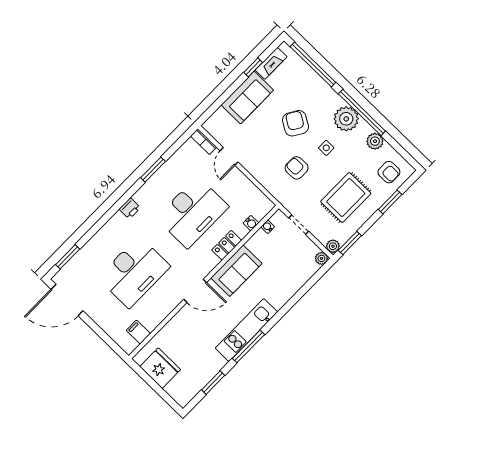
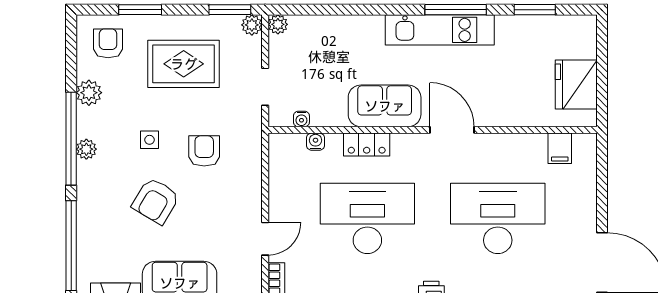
plant: (346, 119) -> (86, 149), width x0.53, depth x0.53
armchair: (297, 168) -> (204, 151), turned 180

